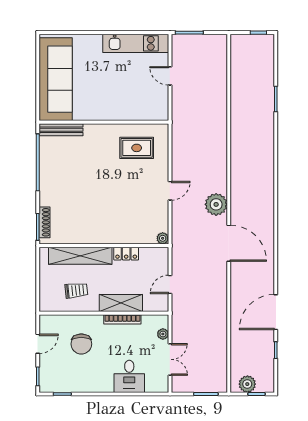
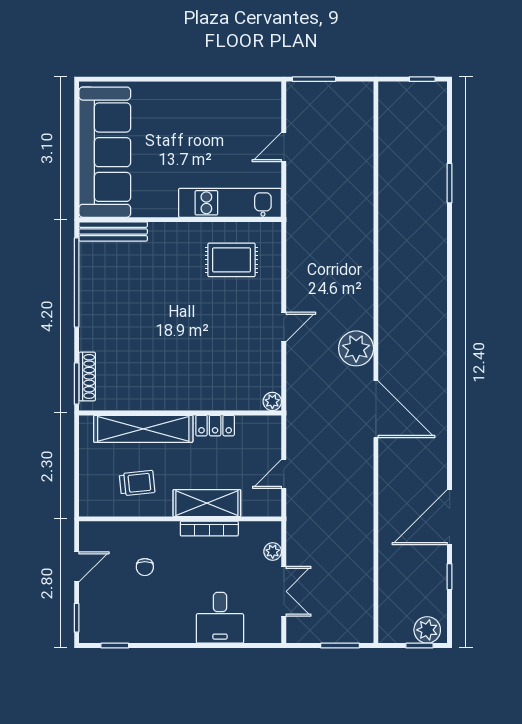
kitchen unit: (136, 43) -> (230, 203), moved, turned 180
door: (170, 76) -> (284, 147), hinge flipped
chair: (81, 344) -> (145, 567), width x0.54, depth x0.54
plant: (247, 384) -> (427, 630), moved

